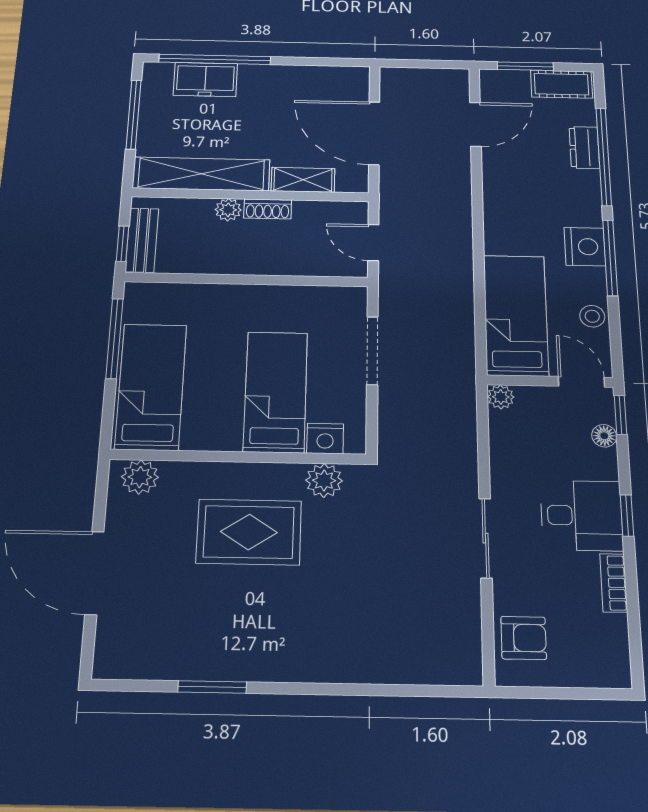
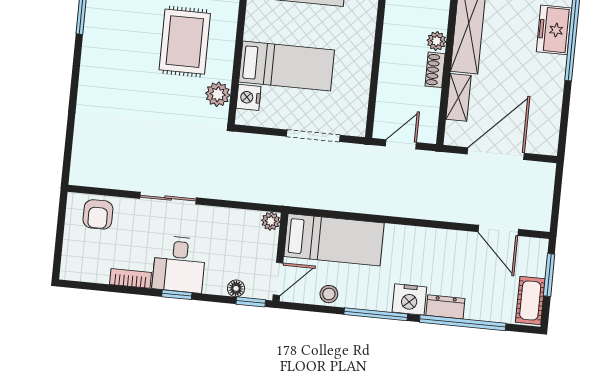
dresser: (584, 148) -> (445, 307), moved
nightstand: (585, 247) -> (409, 300), moved

